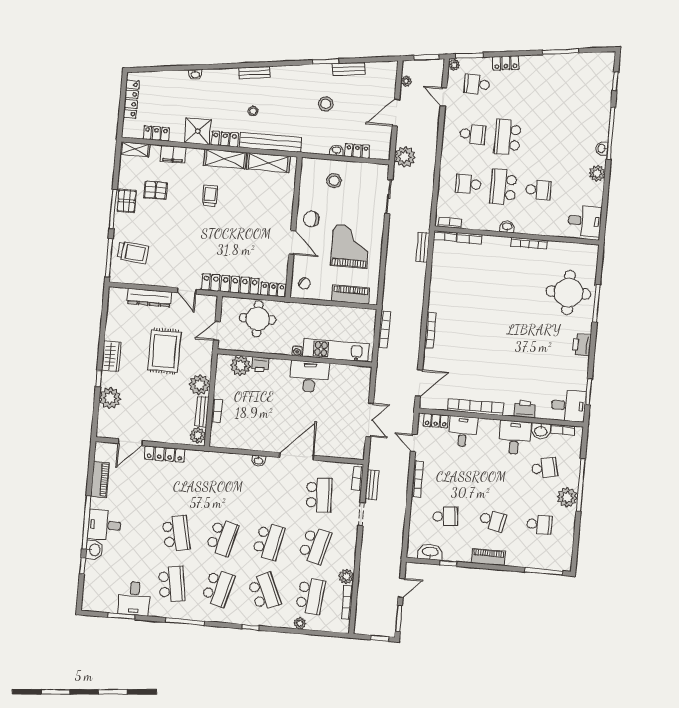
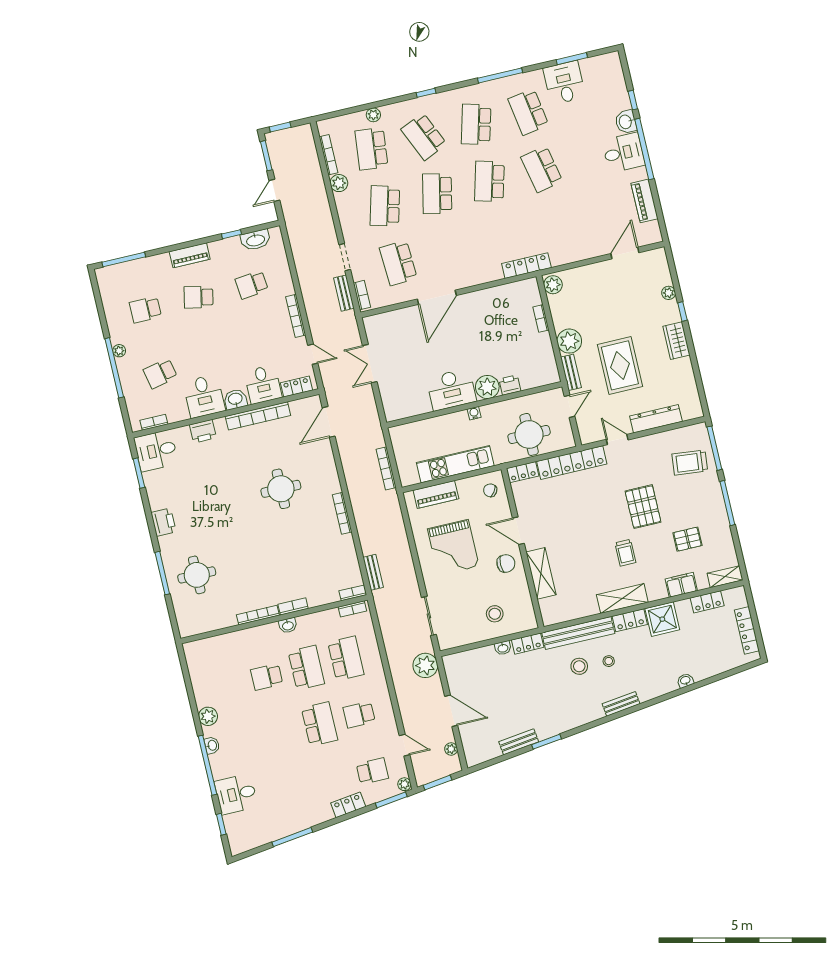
stool: (326, 104) -> (579, 666), moved
door: (396, 113) -> (451, 711), hinge flipped
locker: (357, 151) -> (528, 644), moved
shelving: (268, 163) -> (541, 573), moved, turned 90
school desk: (468, 184) -> (346, 658), width x1.85
pallet: (127, 201) -> (643, 507), moved, width x1.50, depth x1.42
desk: (585, 221) -> (236, 794), moved
bookcase: (470, 238) -> (293, 606), moved
round table: (568, 293) -> (197, 575), width x0.73, depth x0.73
bookcase: (430, 330) -> (342, 513), moved
round table: (476, 341) -> (281, 489), added
kitchen unit: (336, 350) -> (455, 464), moved, turned 180
plant: (241, 366) -> (487, 387), moved
plant: (110, 398) -> (669, 293), width x0.53, depth x0.53
bench: (202, 412) -> (571, 372), moved
washbasin: (541, 431) -> (235, 399), moved
locker: (165, 454) -> (526, 266), moved
washbasin: (258, 461) -> (477, 279), removed
plant: (567, 497) -> (119, 351), width x0.53, depth x0.53

